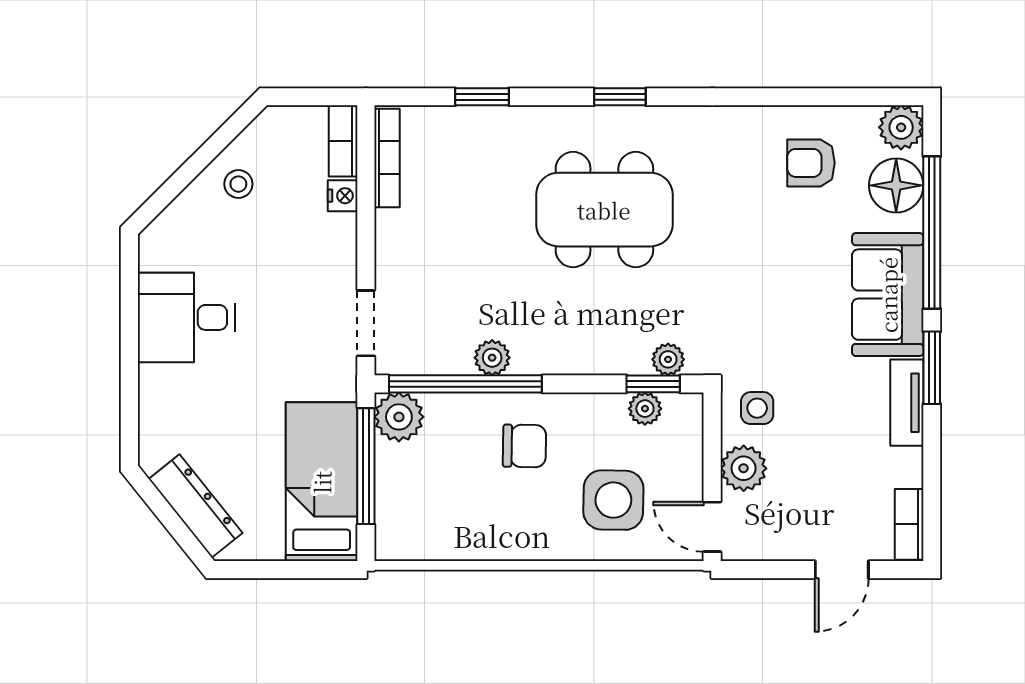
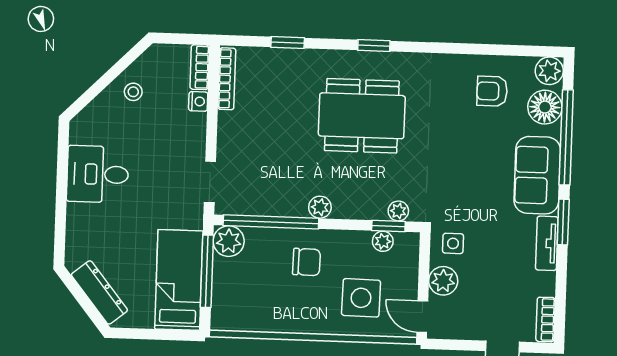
plant: (492, 358) -> (320, 207), moved

